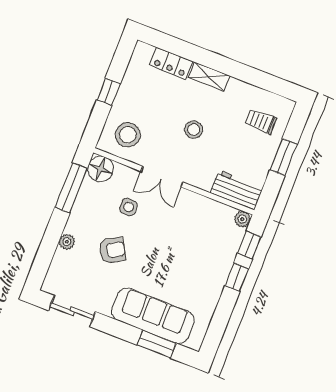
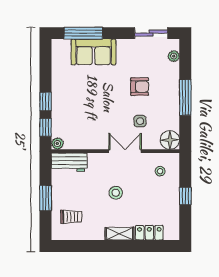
stool: (128, 135) -> (160, 171), width x0.53, depth x0.53
window: (71, 188) -> (185, 97), moved
plant: (67, 242) -> (174, 56), moved
armchair: (112, 250) -> (140, 87), turned -149
sofa: (153, 316) -> (94, 52), width x0.73
window: (157, 344) -> (83, 33), width x1.44

